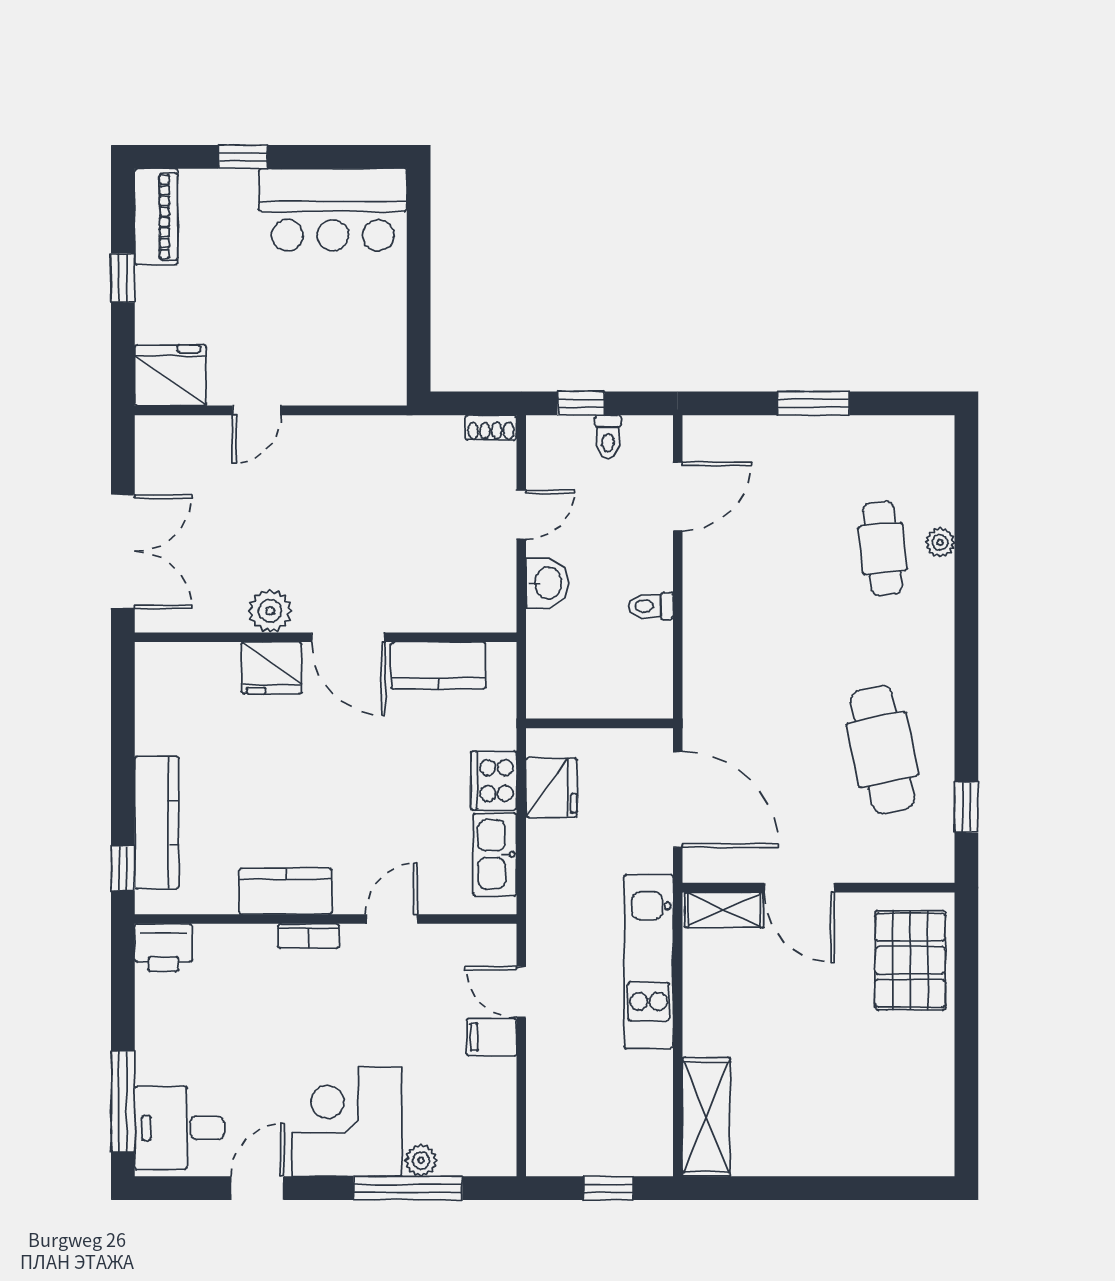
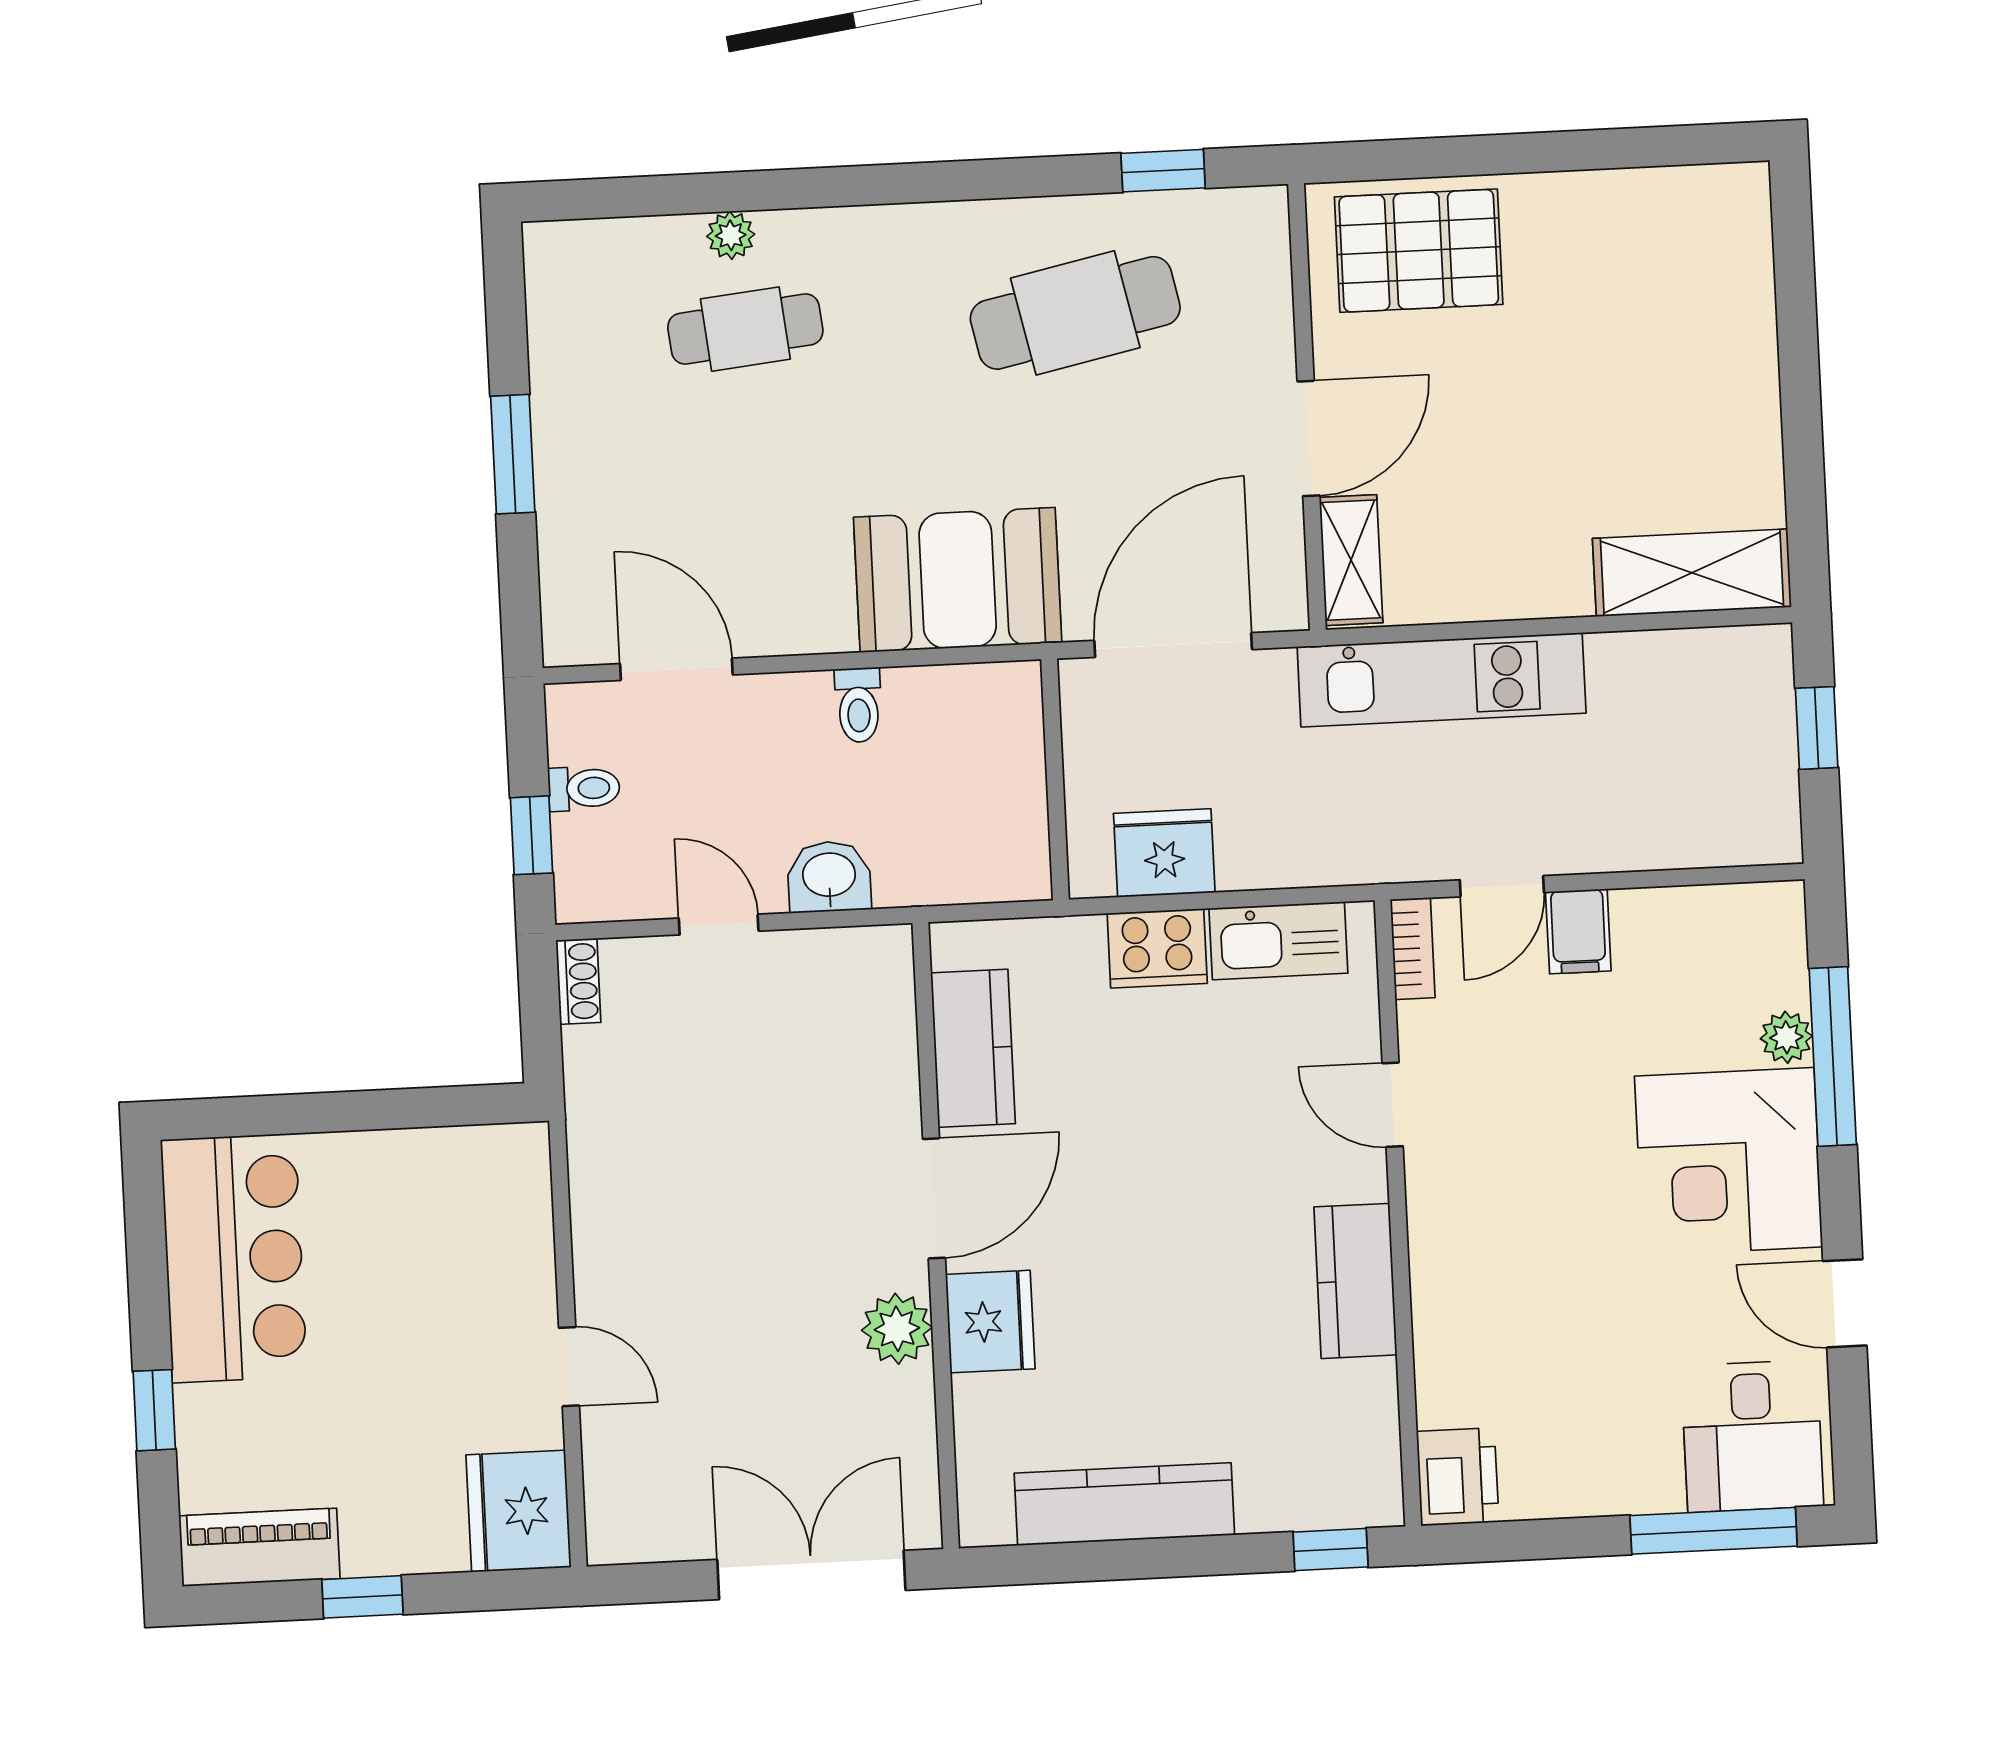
booth: (724, 670) -> (958, 580), added
kitchen counter: (157, 823) -> (1124, 1504), moved
bookcase: (309, 936) -> (1413, 949), moved

